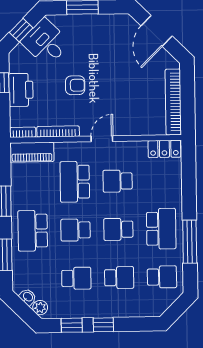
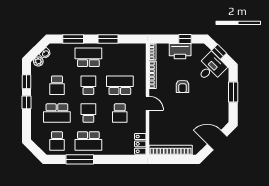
piano: (32, 152) -> (139, 58), removed
school desk: (118, 181) -> (120, 113), turned 180
school desk: (119, 278) -> (57, 113), width x1.85

